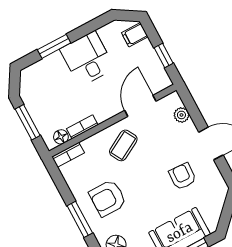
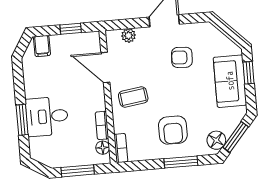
desk: (87, 59) -> (47, 116), moved
coffee table: (123, 145) -> (133, 97), turned -69

